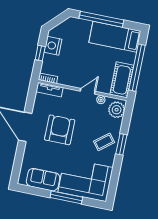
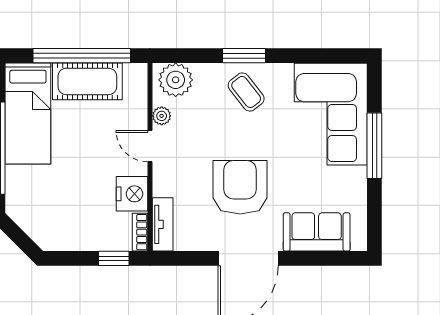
nightstand: (53, 46) -> (132, 194), moved, turned -90
window: (40, 53) -> (114, 258), moved
cot: (122, 80) -> (87, 81), moved
armchair: (60, 130) -> (240, 187), turned 90
sofa: (43, 180) -> (317, 232), moved, turned 90

